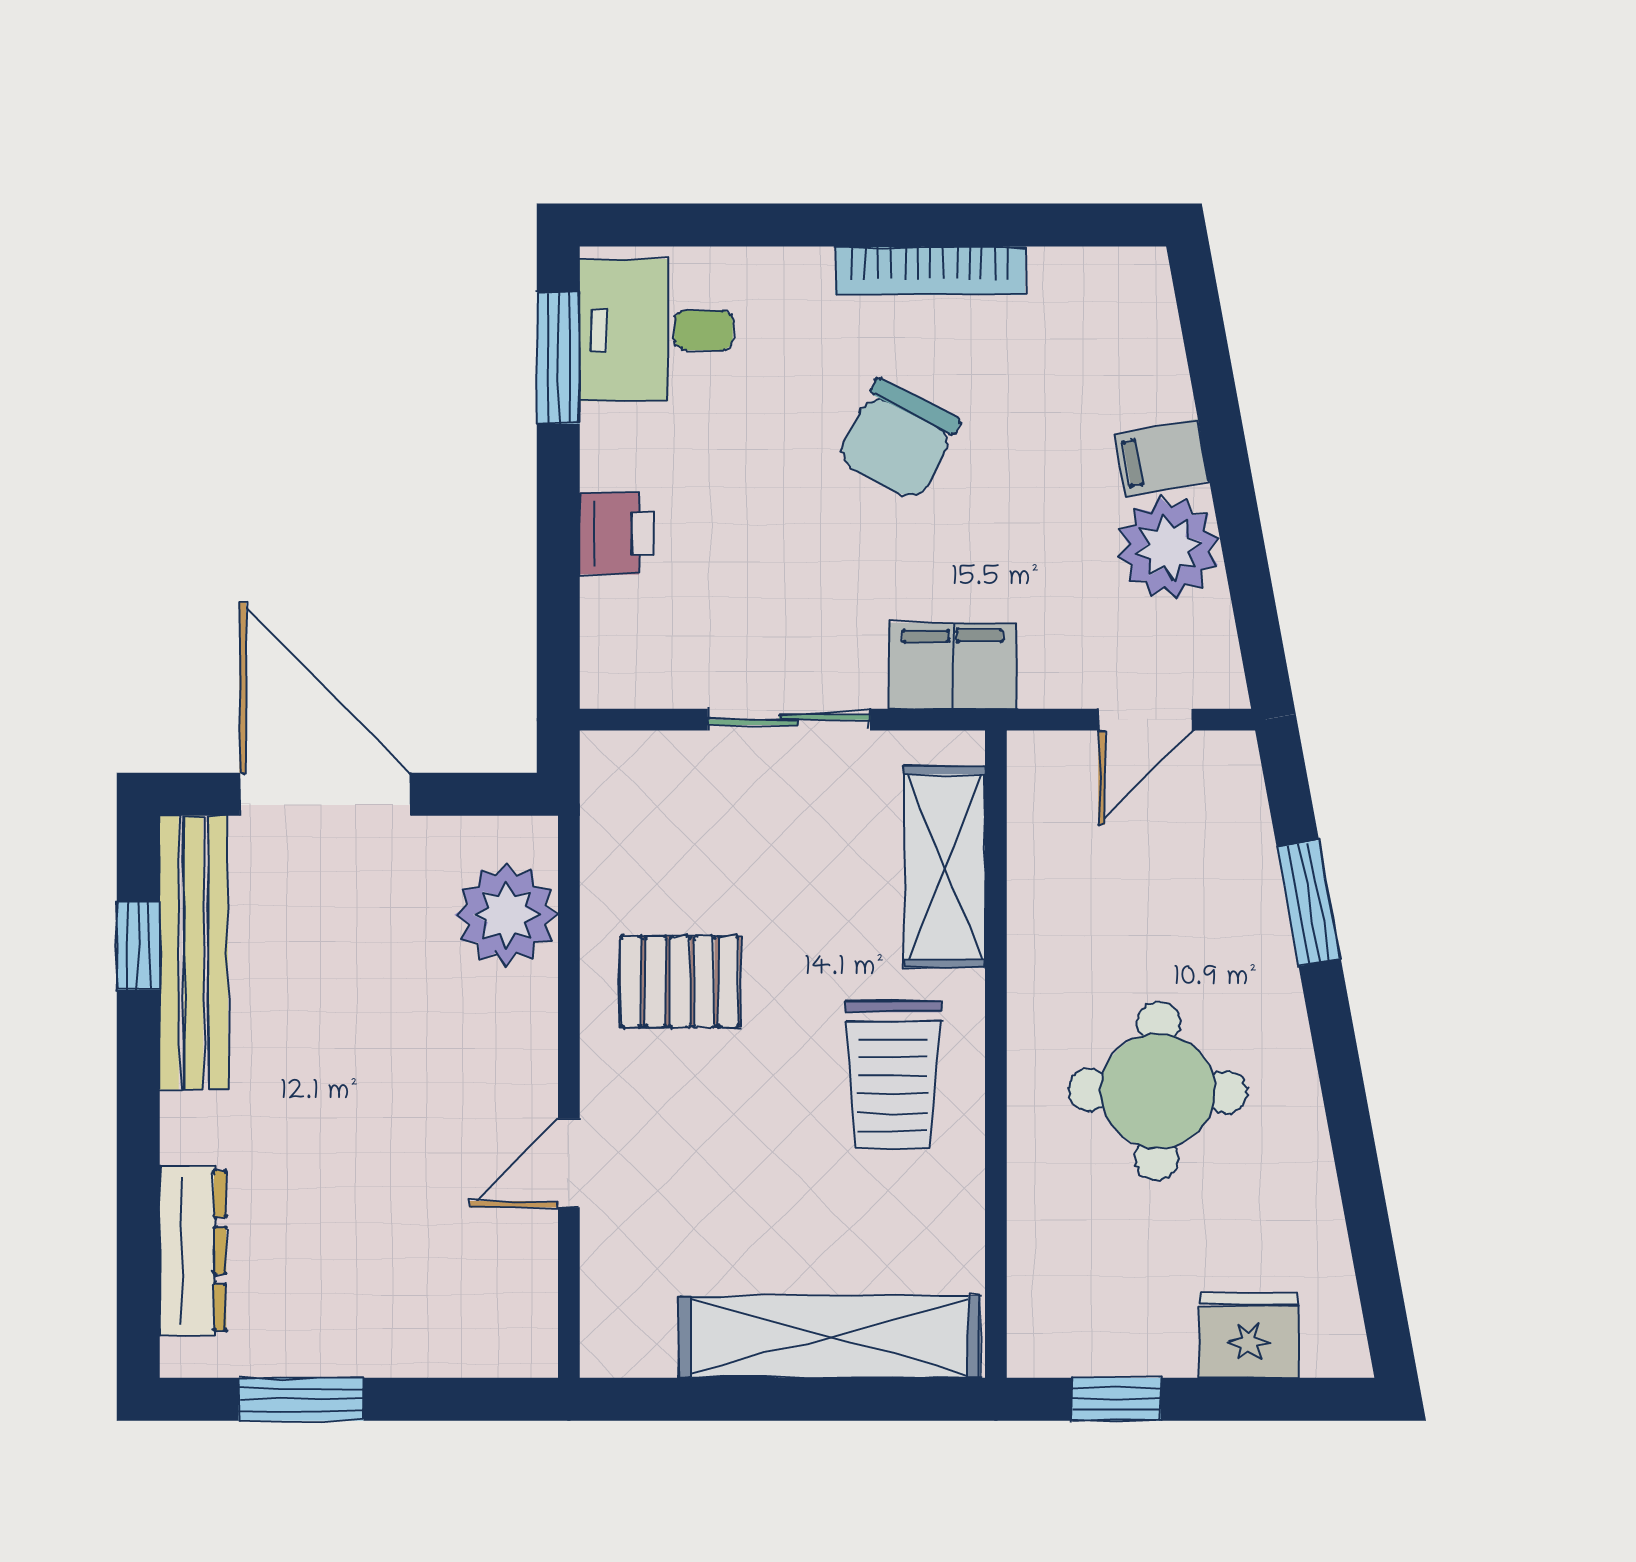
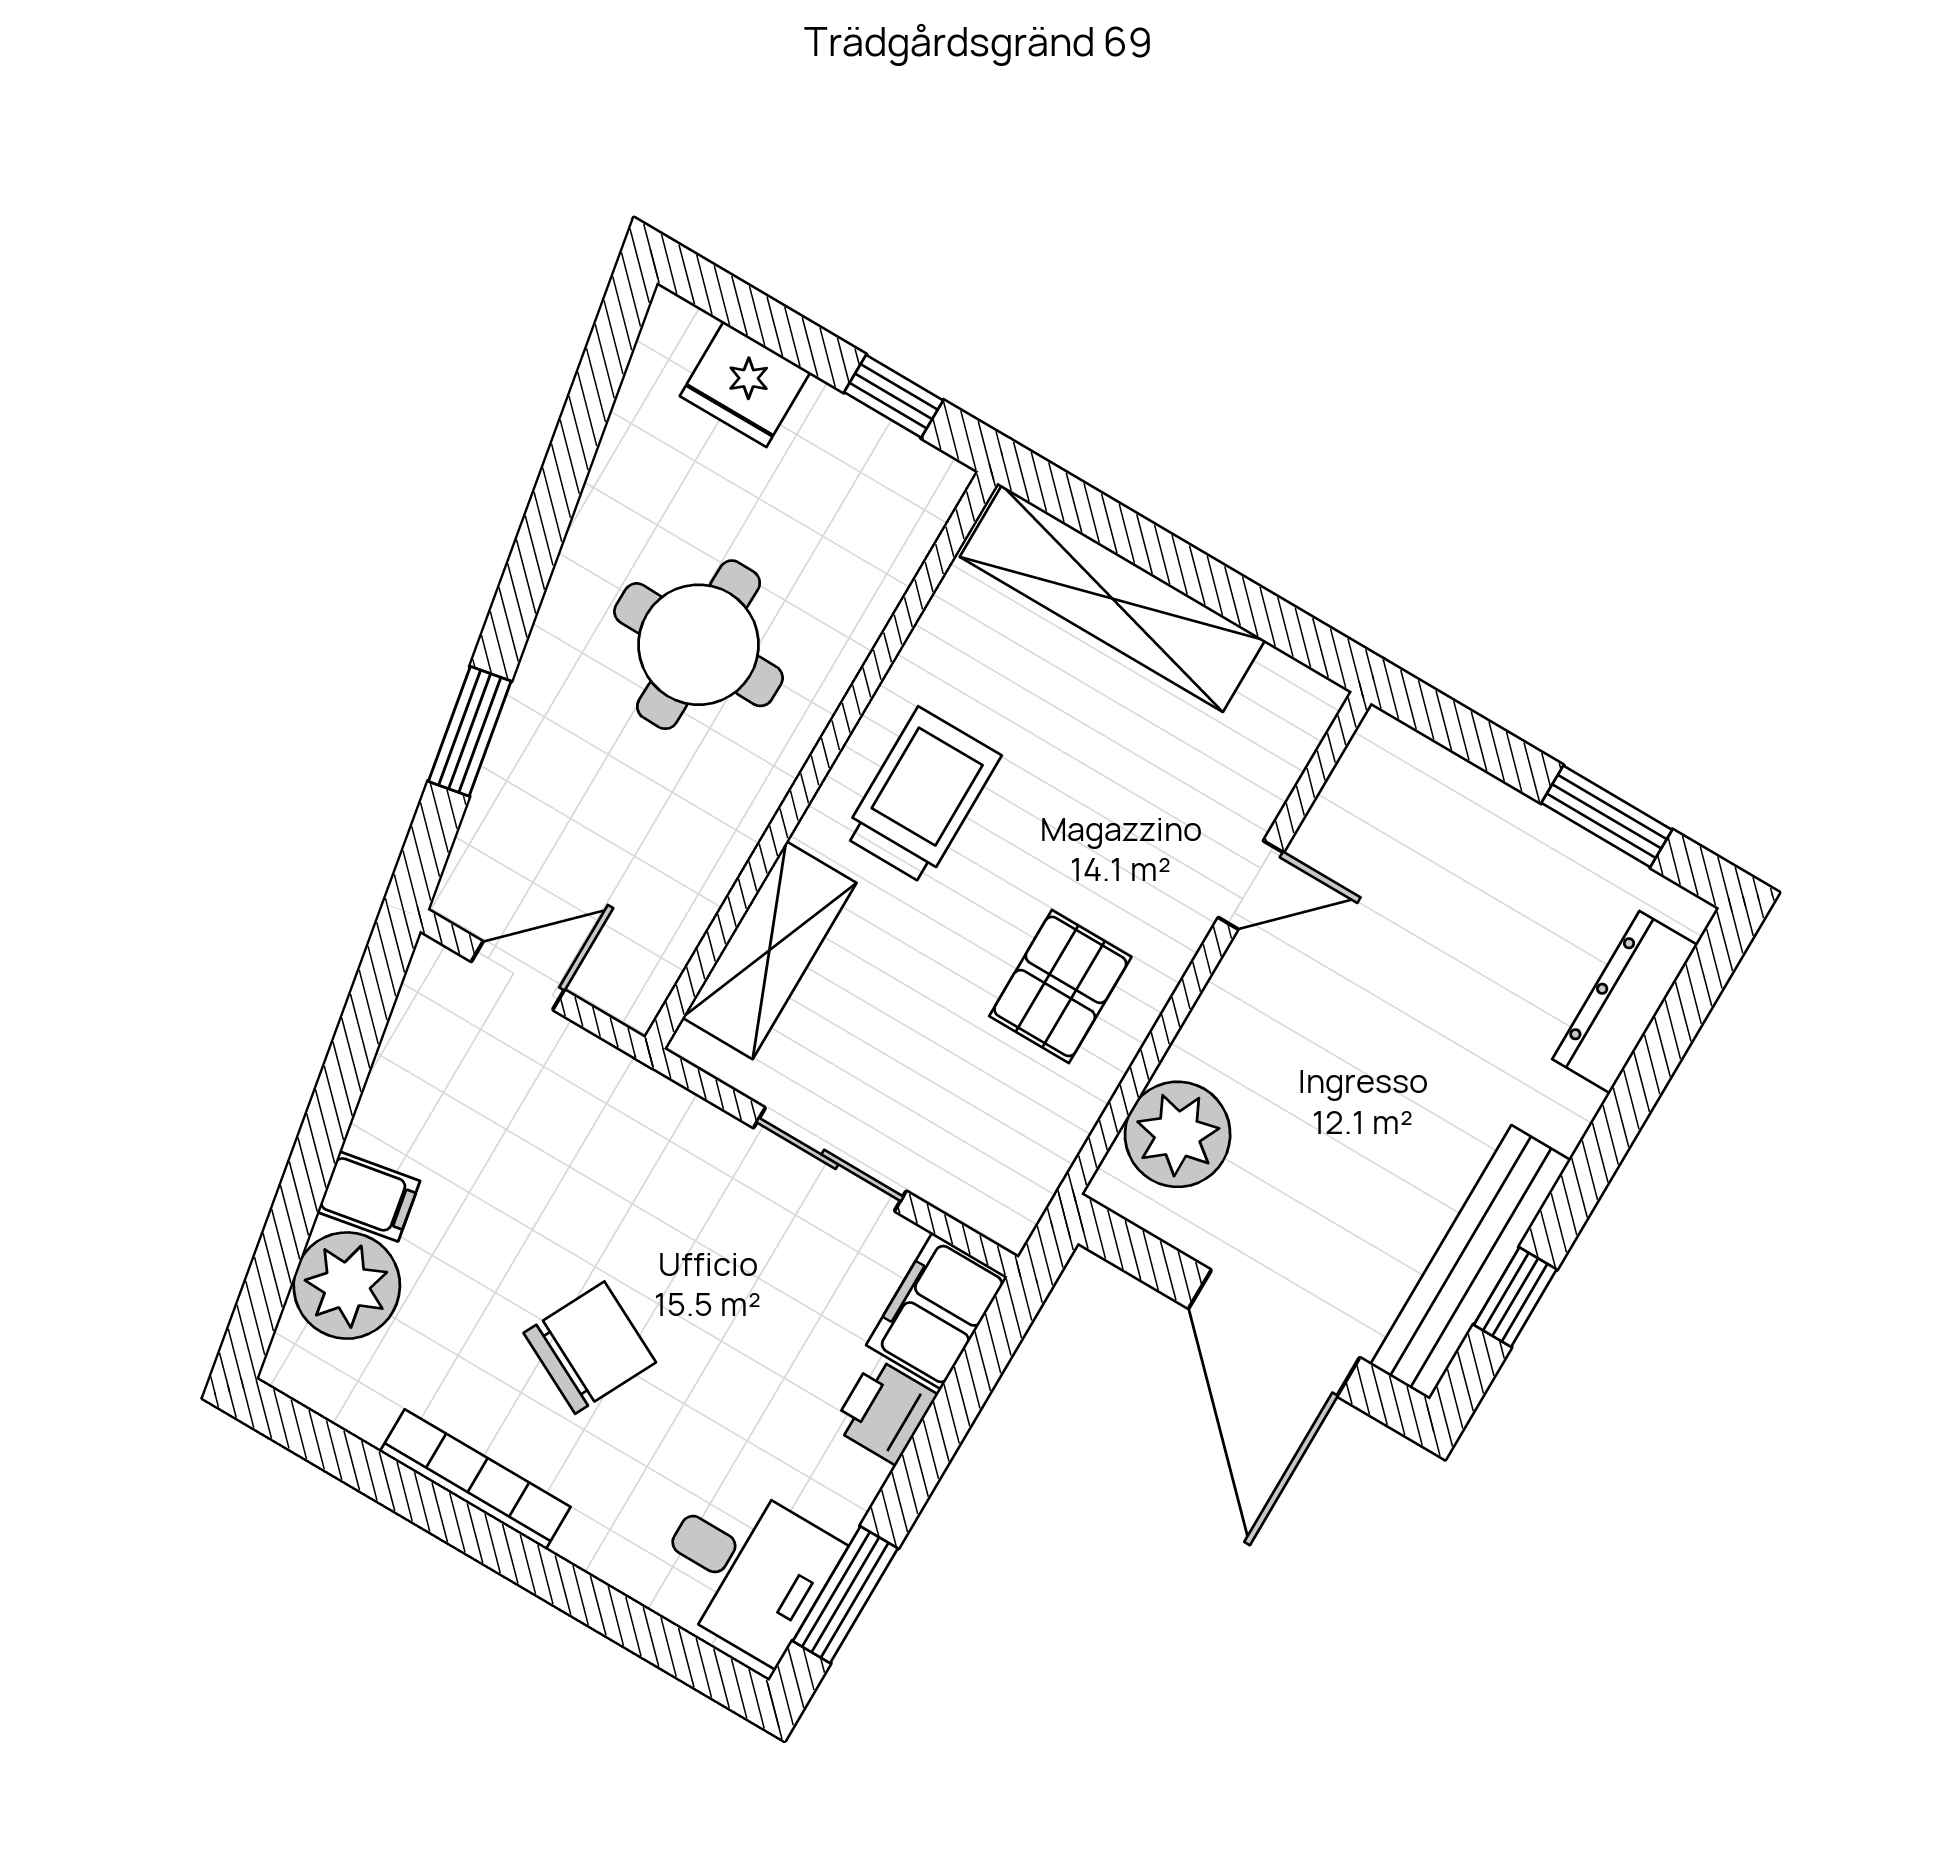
plant: (1168, 548) -> (347, 1286), moved
filing cabinet: (953, 666) -> (937, 1311), moved, turned 90
pallet: (680, 982) -> (1060, 986), turned 90

